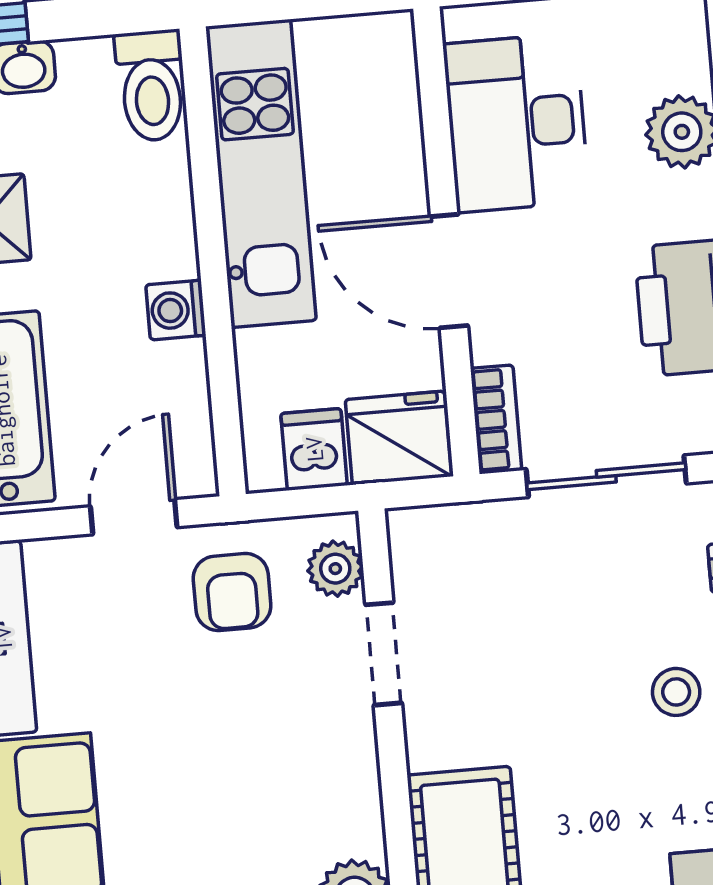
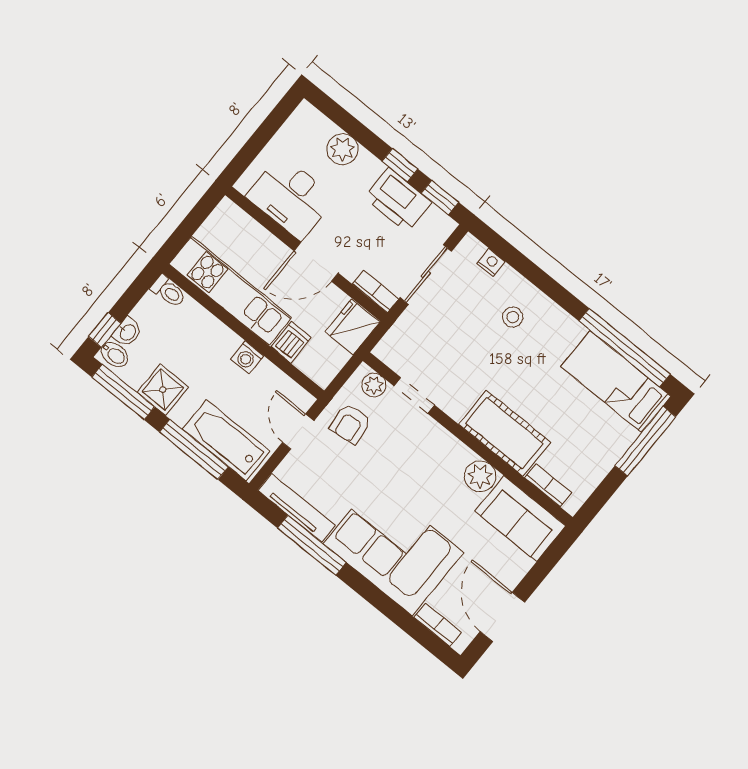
toilet: (151, 86) -> (168, 291), width x0.73, depth x0.72
dishwasher: (314, 449) -> (291, 342), moved, turned 90
armchair: (232, 592) -> (350, 424), turned 83

